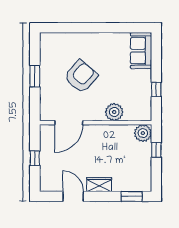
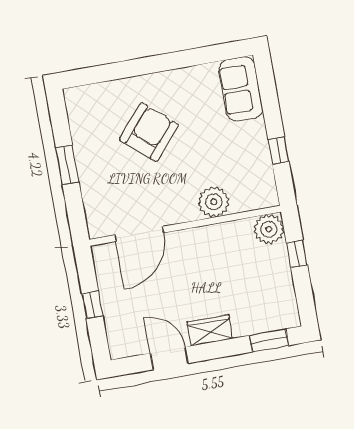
armchair: (81, 76) -> (149, 132), moved

